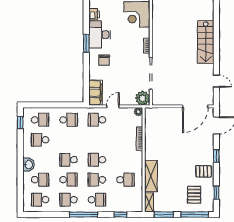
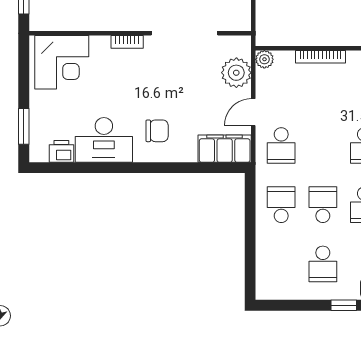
window: (86, 43) -> (122, 168), removed
plant: (143, 98) -> (236, 73), moved
door: (113, 106) -> (253, 112), hinge flipped
school desk: (40, 120) -> (323, 205), moved
window: (20, 123) -> (344, 305), moved

